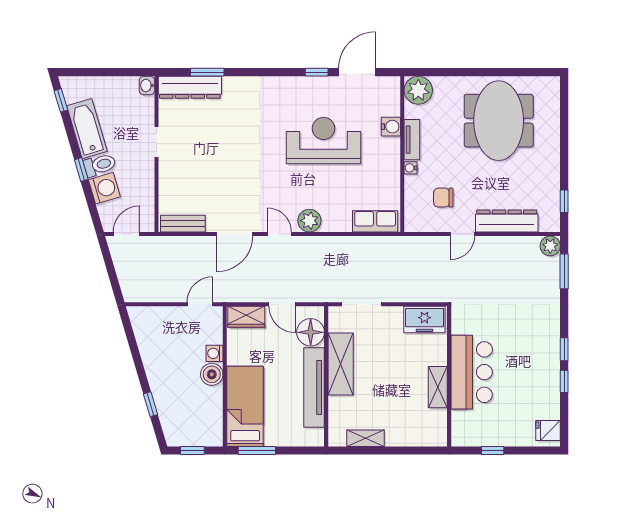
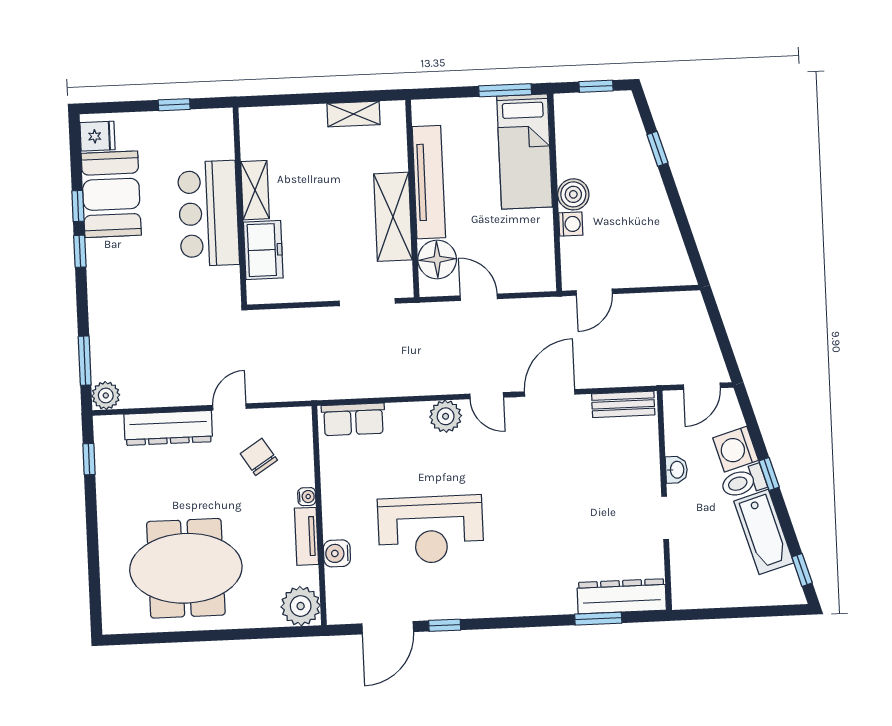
washbasin: (147, 85) -> (676, 470), moved
meeting table: (499, 121) -> (186, 568), turned 90
chair: (443, 198) -> (259, 457), turned -123
wardrobe: (246, 317) -> (528, 277), removed
freezer: (424, 319) -> (263, 250), moved, turned 90
booth: (540, 389) -> (111, 194), added

